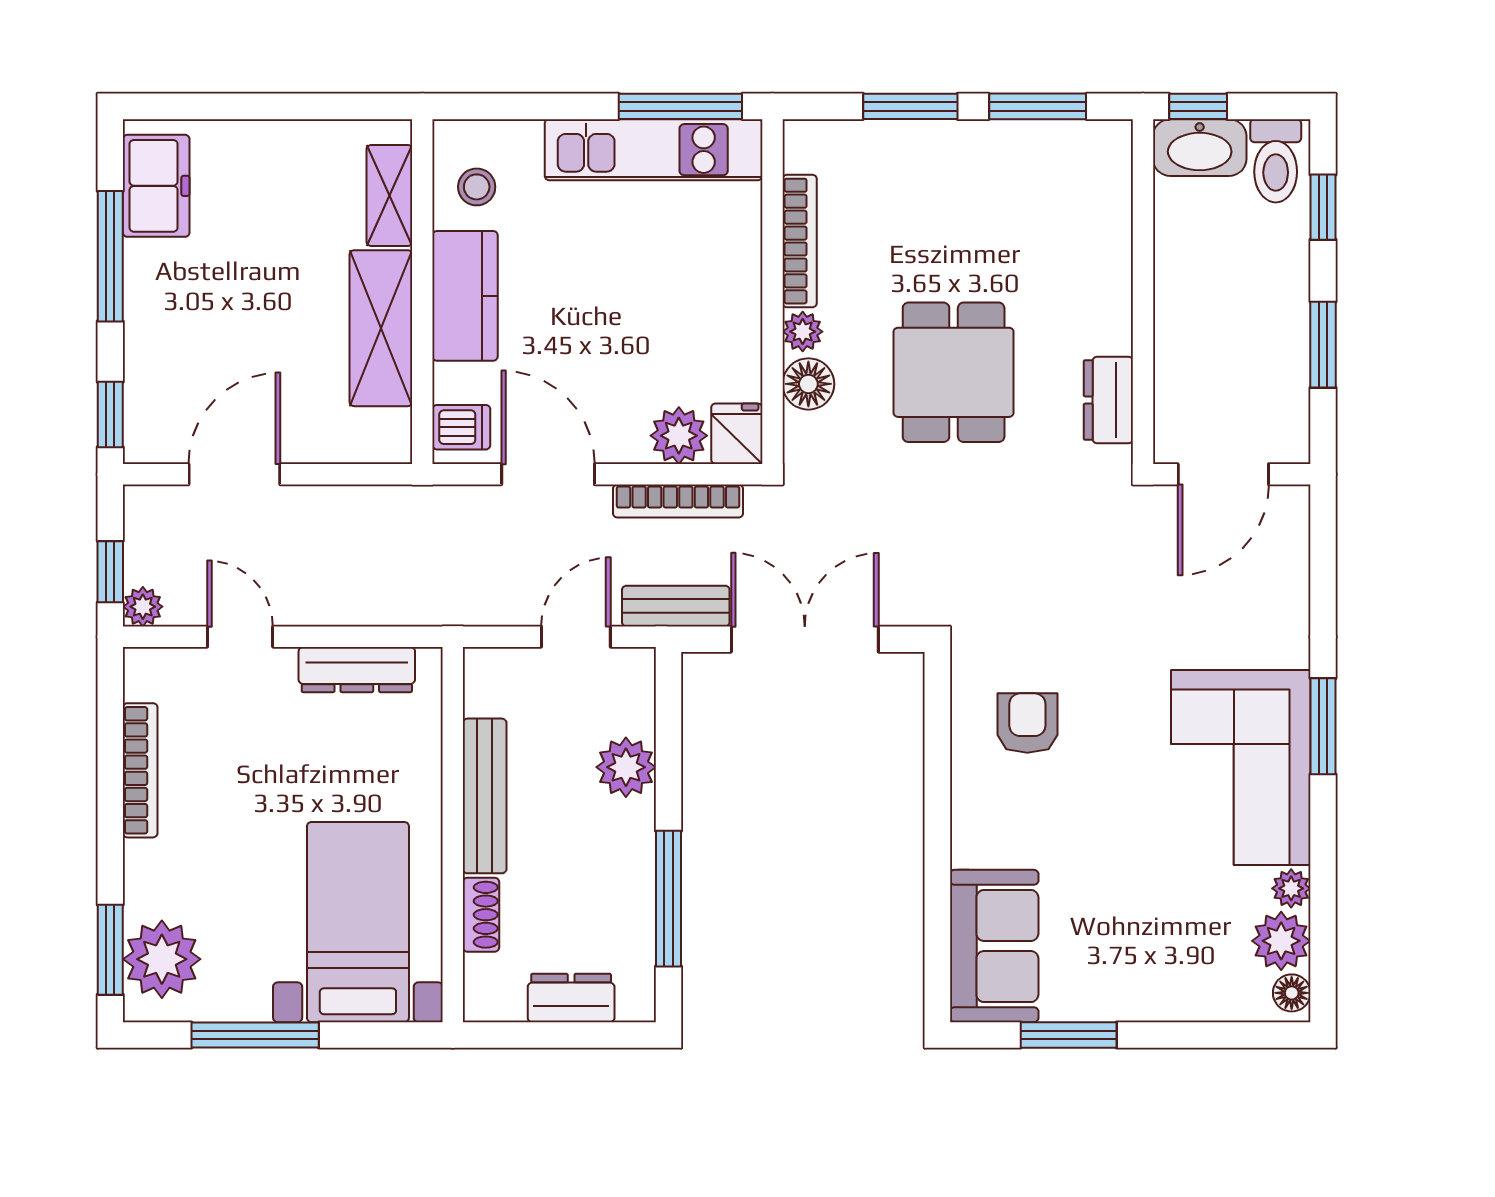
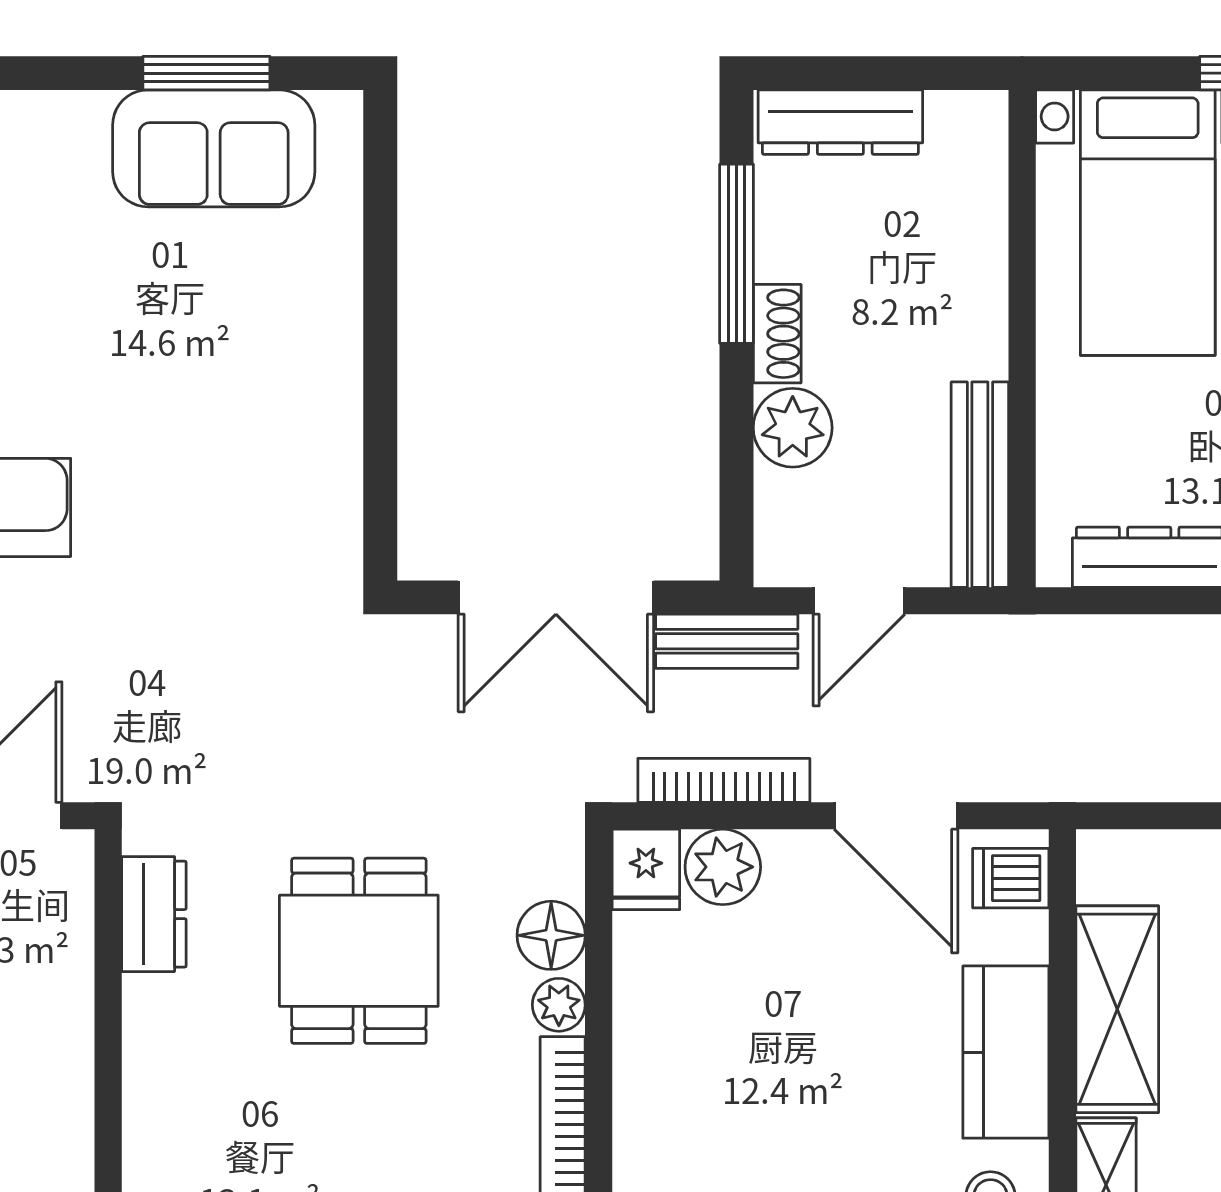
armchair: (1027, 723) -> (261, 486), removed
bench: (485, 796) -> (980, 485), moved
shoe rack: (481, 915) -> (777, 334), moved, turned 180
sofa: (994, 946) -> (214, 148), moved, turned -90
dresser: (571, 998) -> (840, 122), width x1.44

